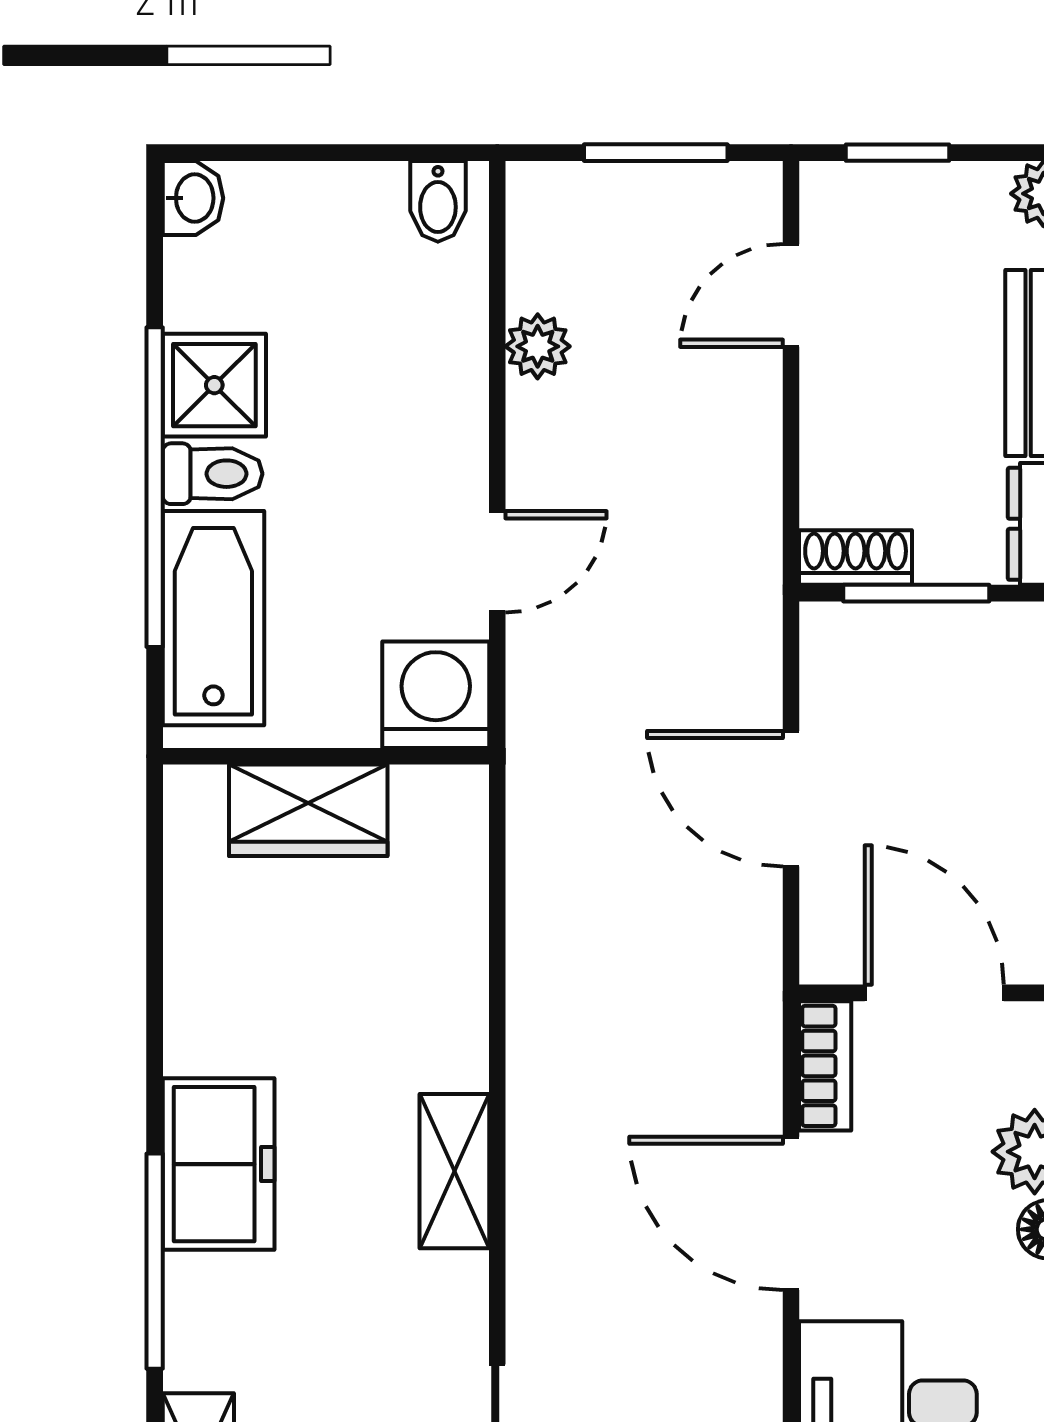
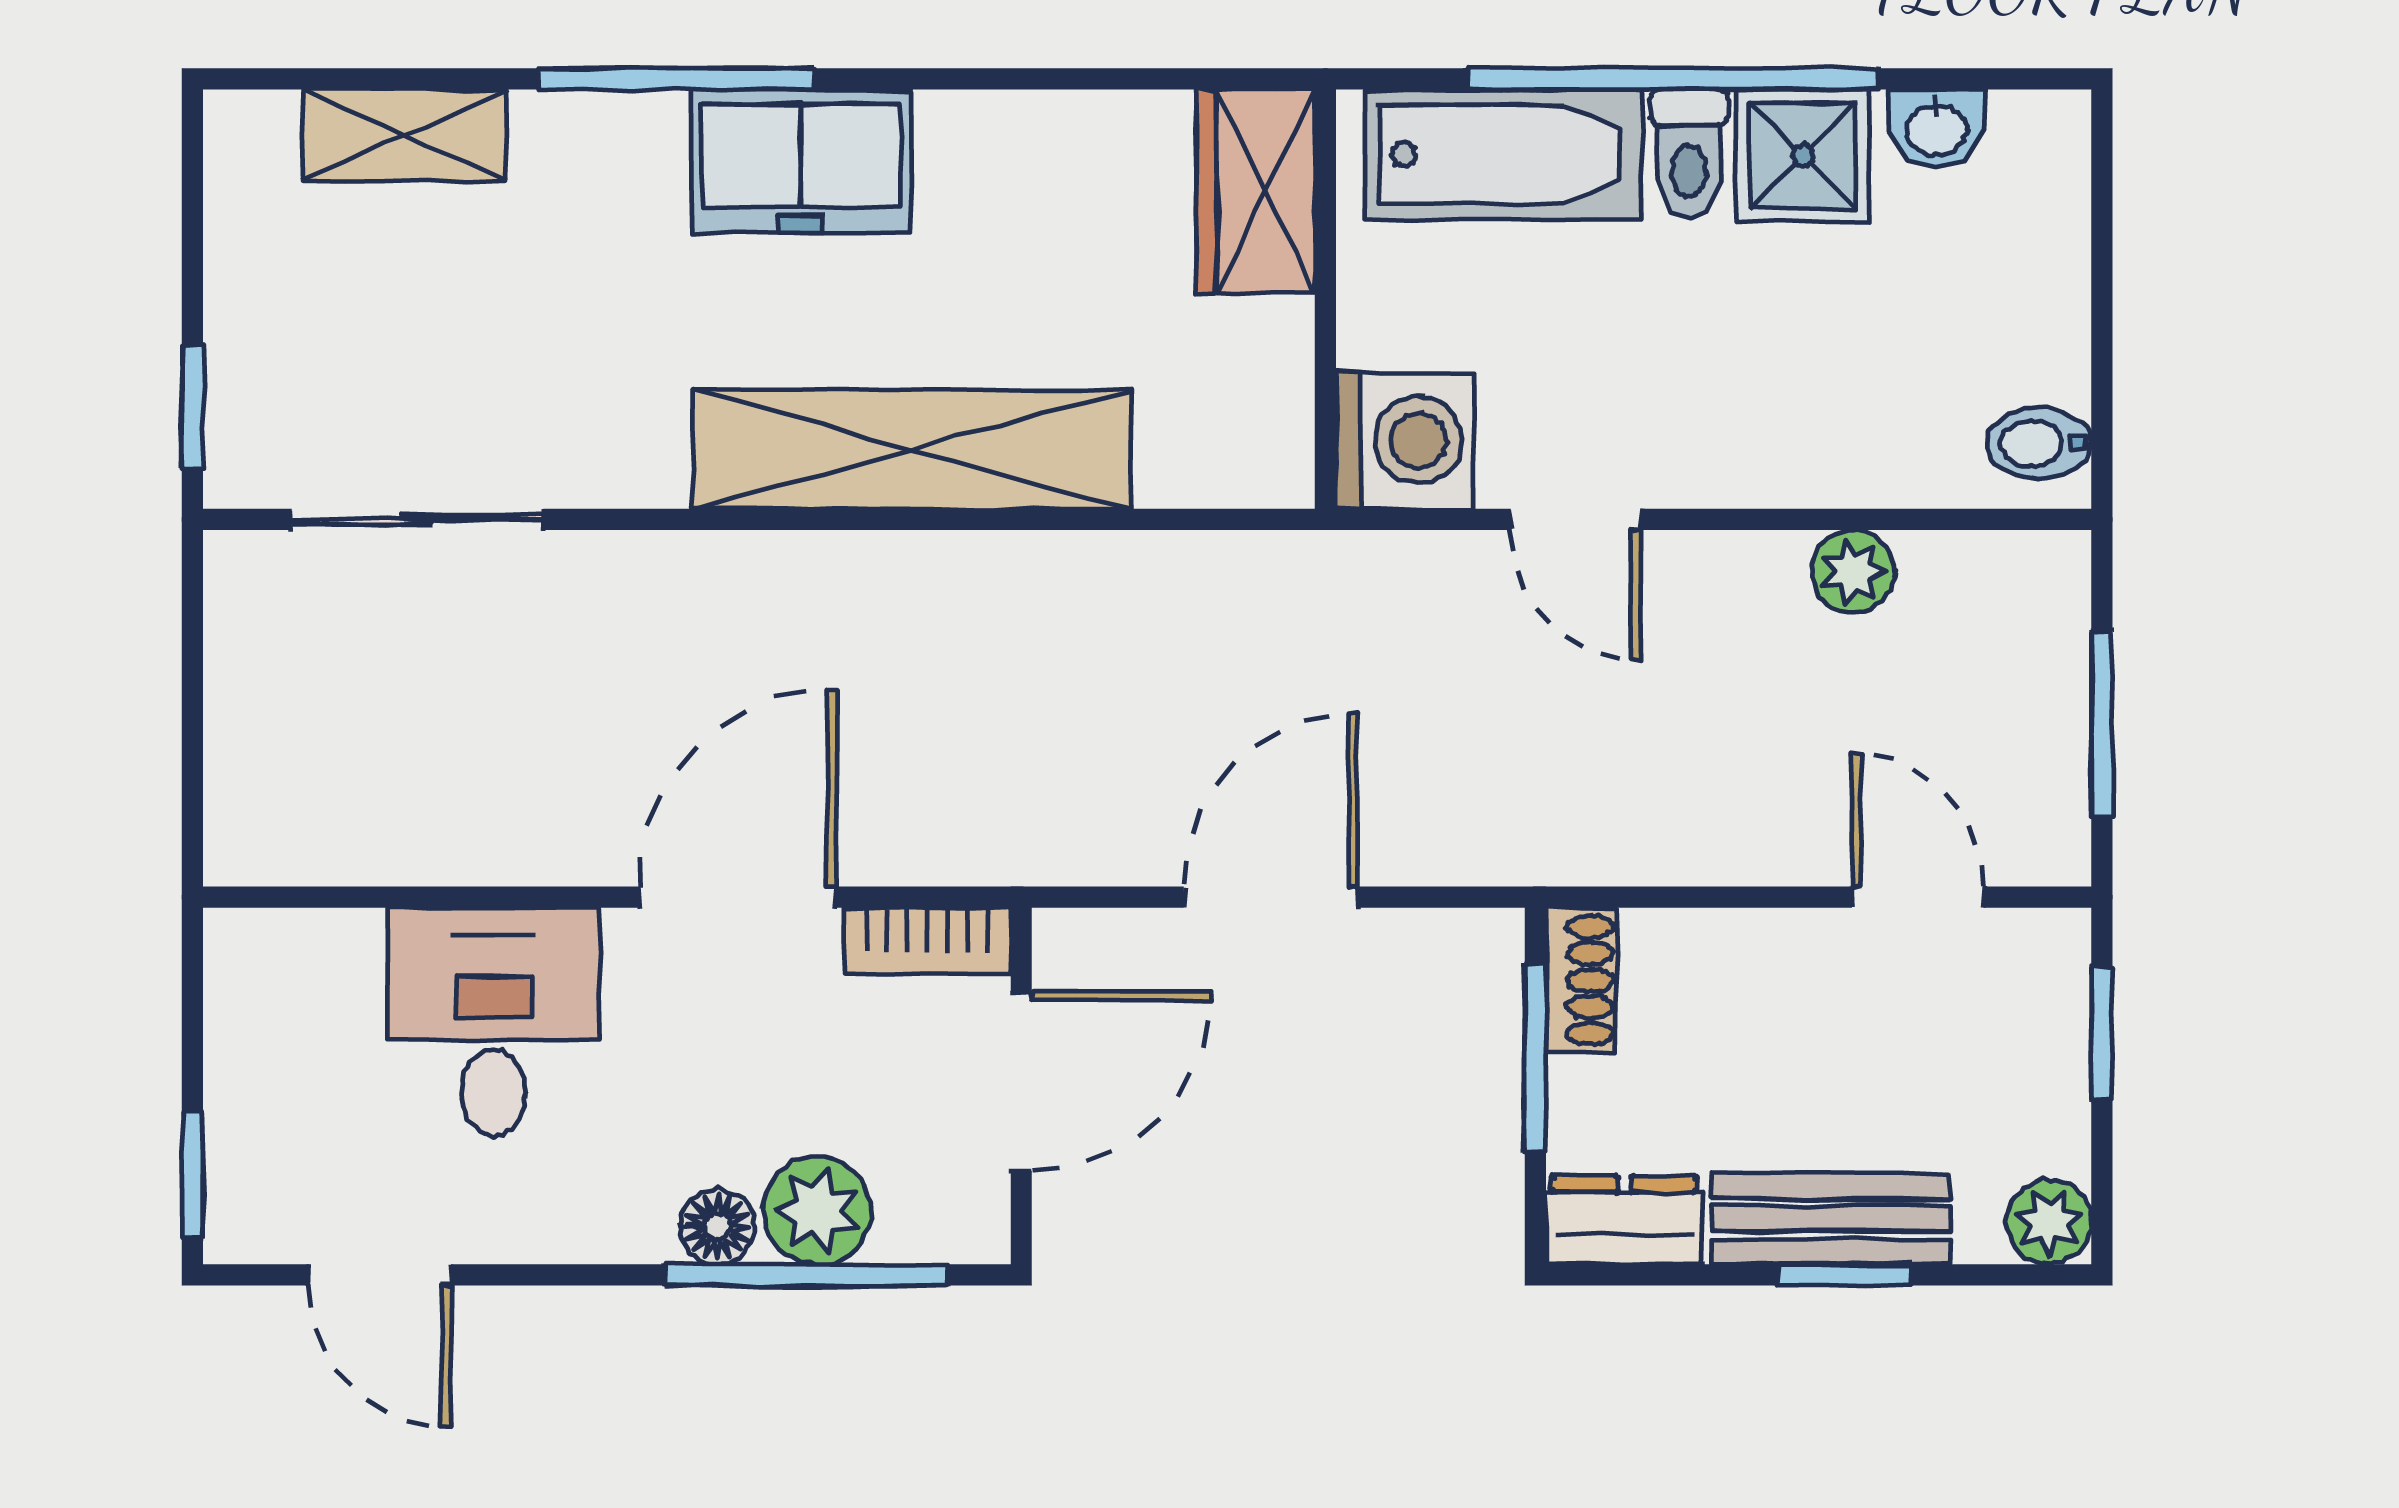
washbasin: (193, 198) -> (1937, 128), moved
wardrobe: (308, 810) -> (1256, 191), moved
shelving: (454, 1171) -> (911, 449), width x2.20, depth x1.33

